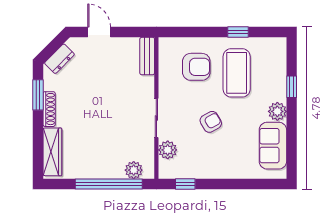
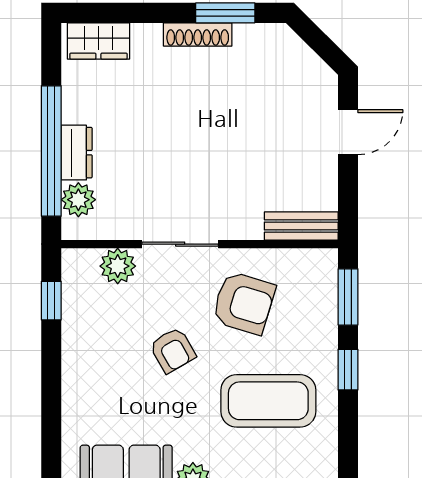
window: (183, 32) -> (348, 297), added
window: (238, 32) -> (348, 370), moved
dresser: (59, 59) -> (77, 153), moved, turned -135
armchair: (196, 67) -> (244, 303), moved, turned -73
wardrobe: (52, 152) -> (98, 41), width x0.67

